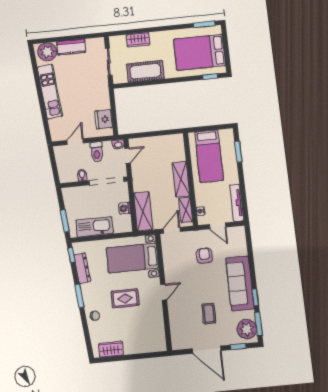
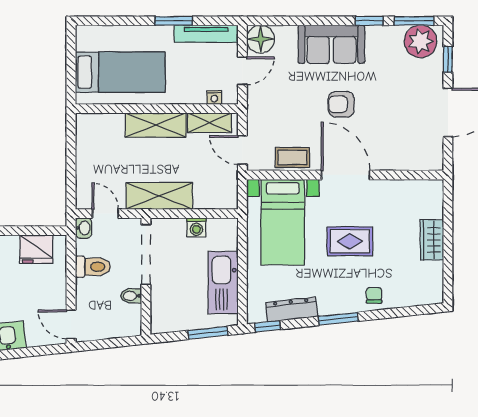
door: (75, 142) -> (71, 324), moved
window: (238, 152) -> (174, 21), moved
shelving: (143, 211) -> (159, 196), moved
floor lamp: (237, 235) -> (261, 39), added
armchair: (204, 256) -> (341, 104), moved
sofa: (240, 283) -> (331, 44), width x0.73
door: (164, 292) -> (346, 175), width x1.87
rug: (125, 298) -> (350, 241), turned 90
coffee table: (209, 314) -> (292, 157), moved
wardrobe: (111, 349) -> (432, 240), moved

